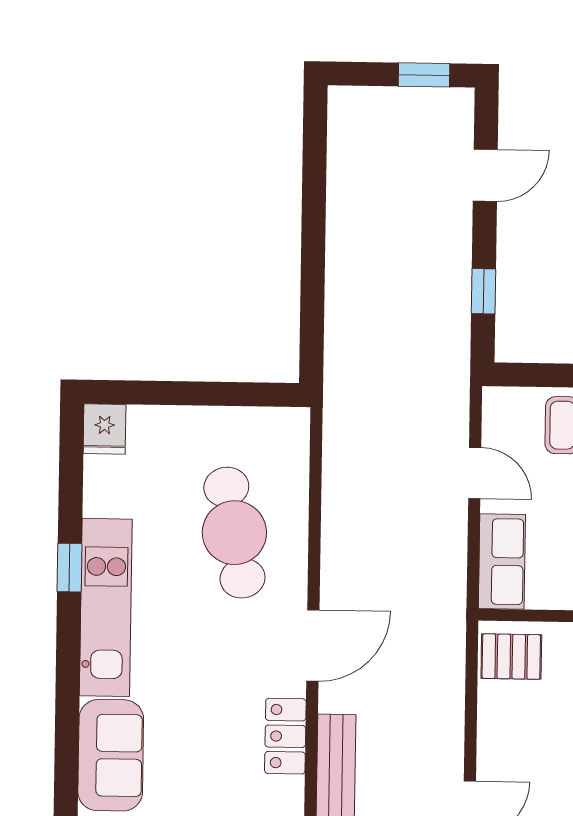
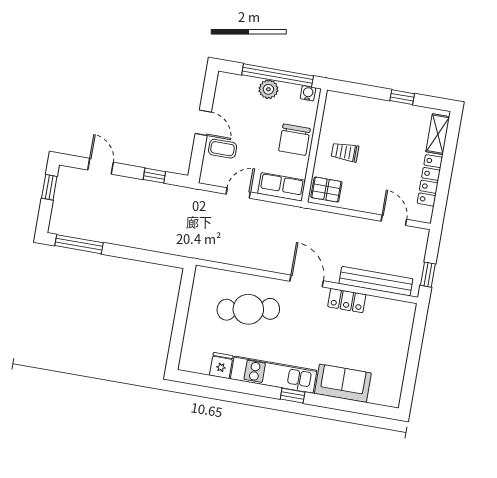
window: (315, 156) -> (79, 244), added
fridge: (105, 429) -> (221, 366), moved, turned -90
window: (69, 568) -> (293, 396), moved
pallet: (511, 657) -> (326, 190), turned 90

